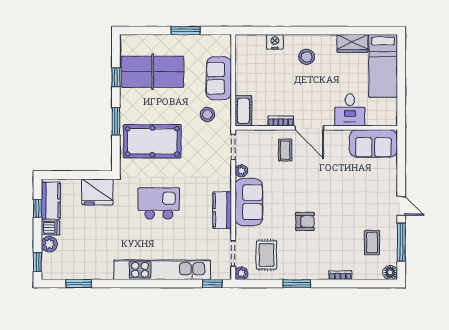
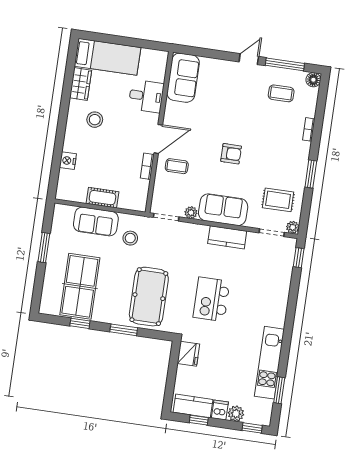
stool: (307, 57) -> (95, 120), moved
cot: (243, 111) -> (102, 198), moved
fridge: (97, 192) -> (188, 354), width x0.73, depth x0.75
armchair: (305, 221) -> (231, 154), moved, turned 90
kitchen unit: (162, 270) -> (269, 363), moved, width x0.73

